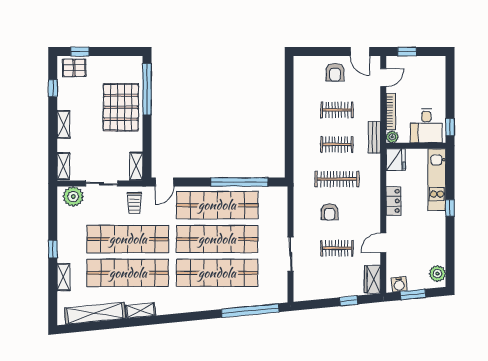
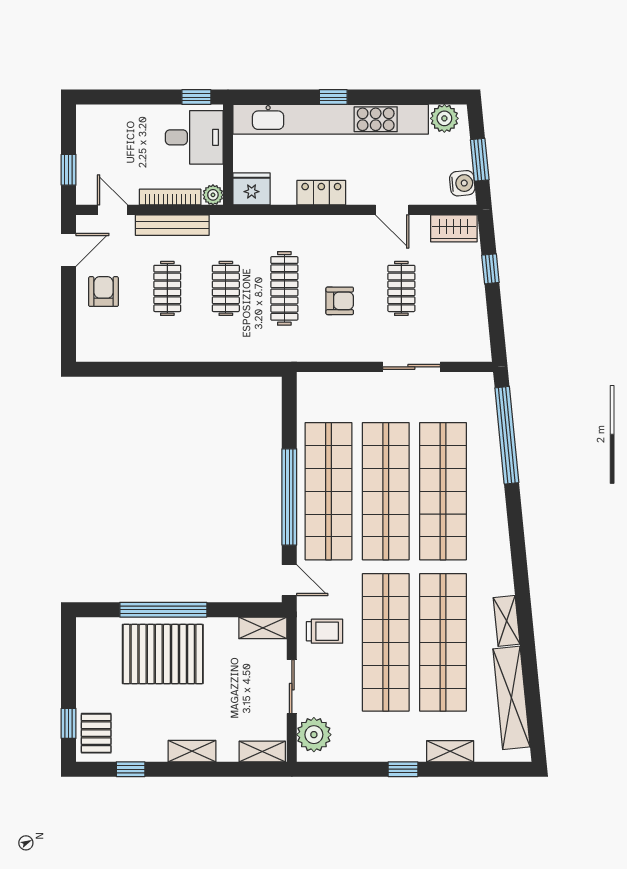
armchair: (335, 72) -> (104, 292), turned -91
window: (147, 89) -> (163, 610), moved
bench: (374, 137) -> (172, 225), moved, width x1.36
kitchen unit: (437, 180) -> (331, 119), width x1.86
window: (239, 182) -> (289, 497), moved

